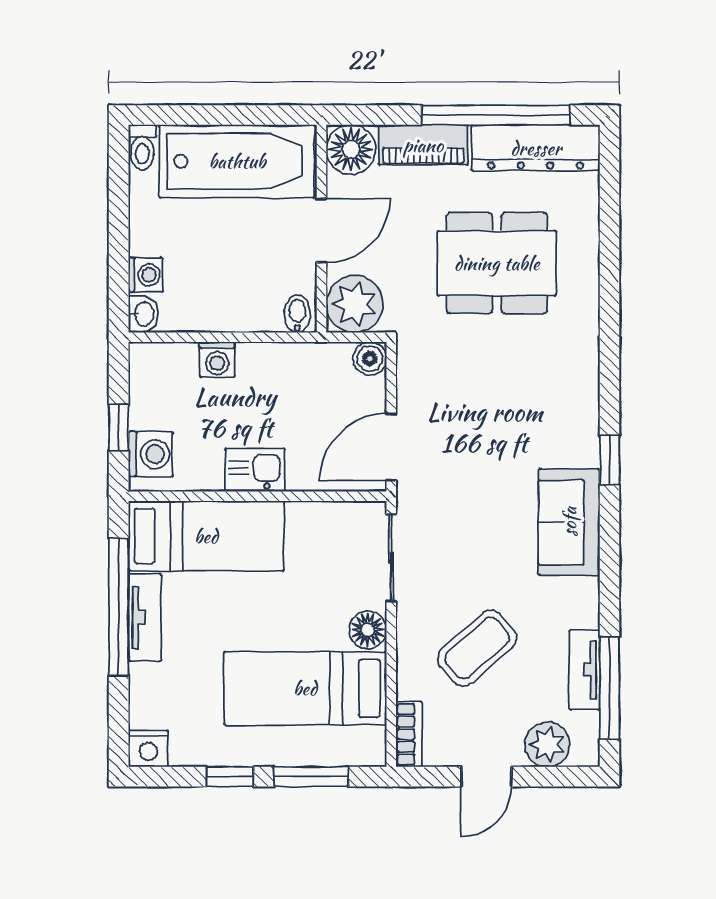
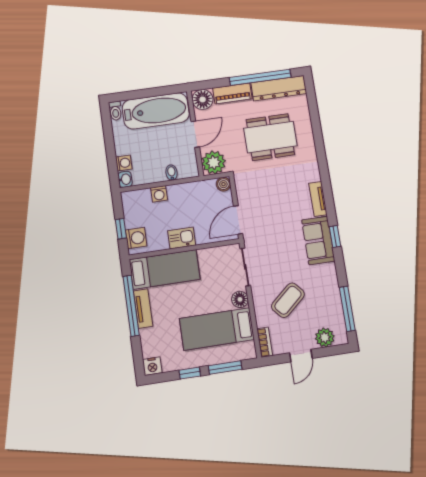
bidet: (297, 314) -> (172, 173), moved
window: (610, 460) -> (335, 236), moved
tv unit: (585, 670) -> (318, 199), moved

